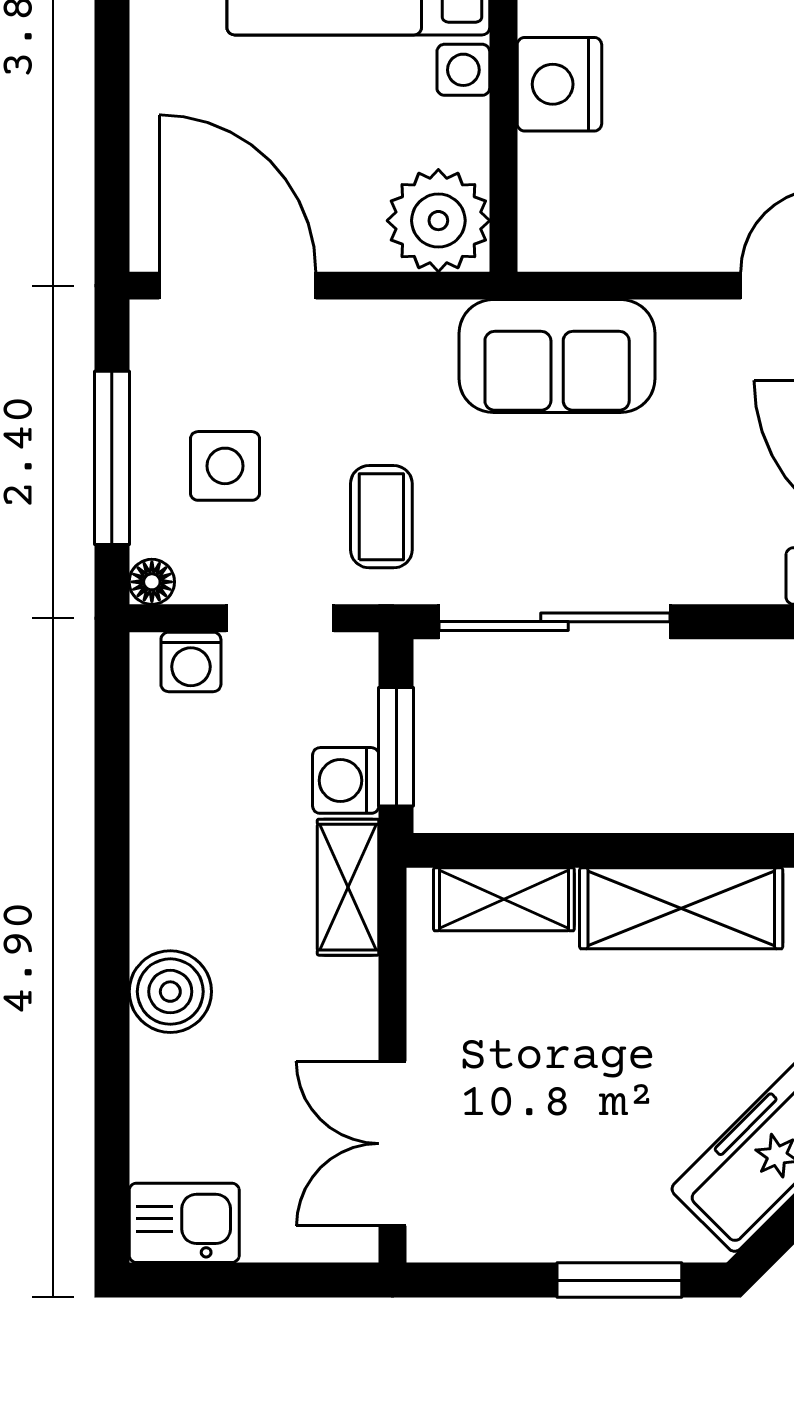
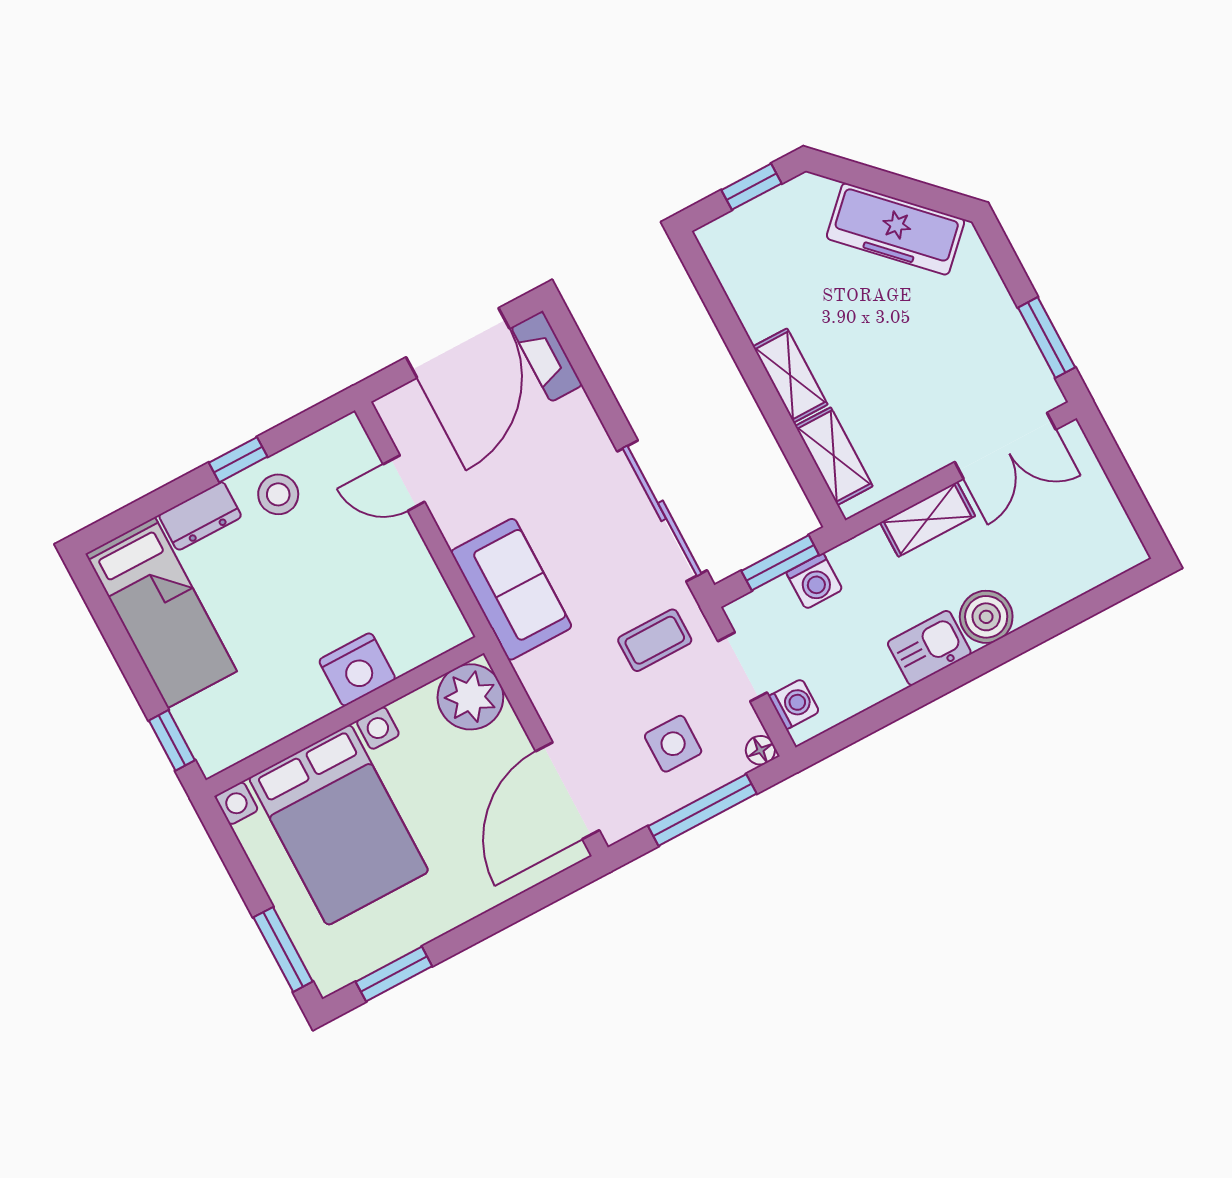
shelving: (348, 887) -> (928, 519), moved
shelving: (681, 908) -> (790, 376), width x0.67, depth x0.75
kitchen sink: (184, 1223) -> (929, 648), moved, turned 90
window: (619, 1280) -> (1047, 338), moved

